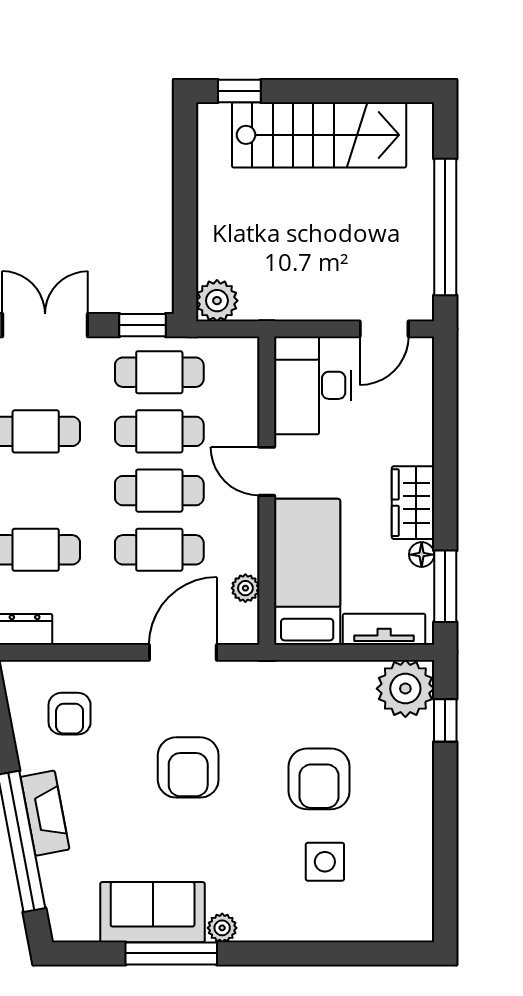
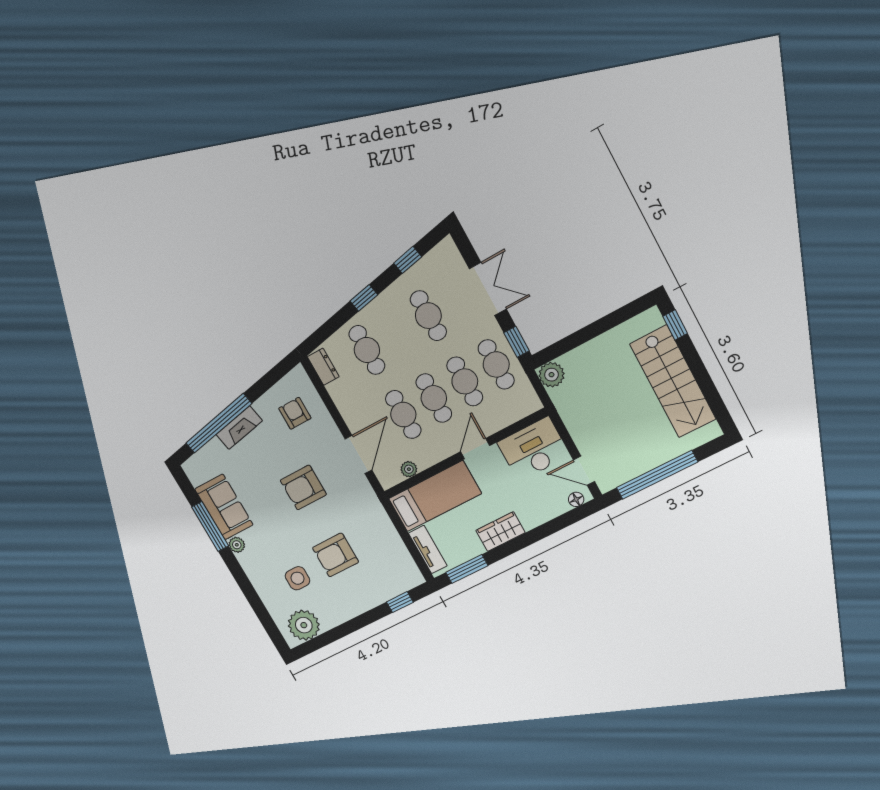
floor lamp: (422, 555) -> (576, 499), moved
door: (183, 652) -> (358, 455), hinge flipped
plant: (405, 689) -> (304, 625), moved
armchair: (70, 714) -> (295, 413), turned 90

